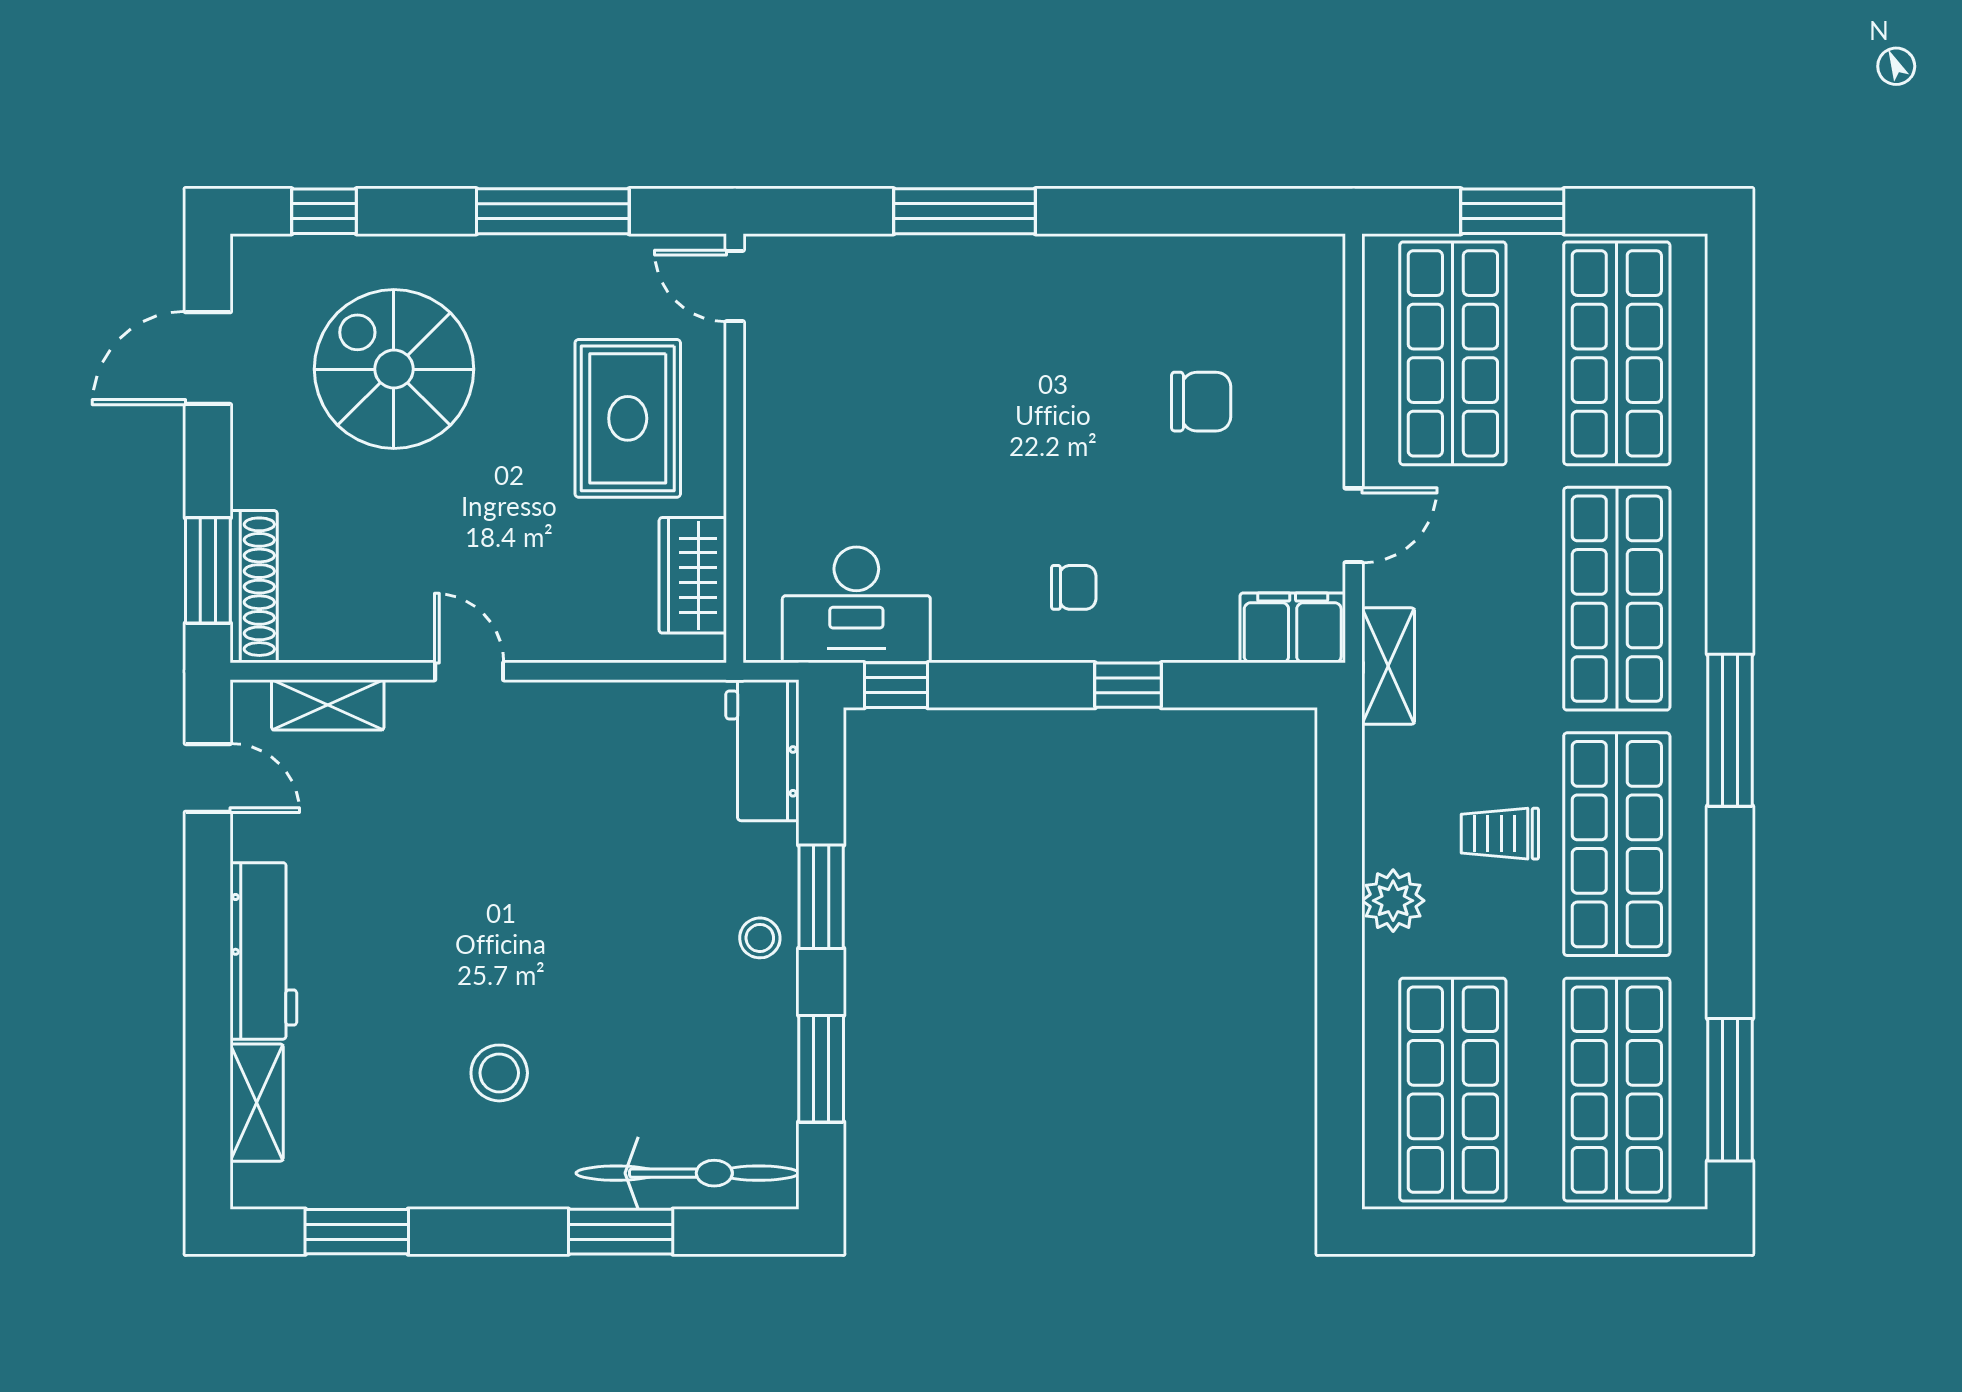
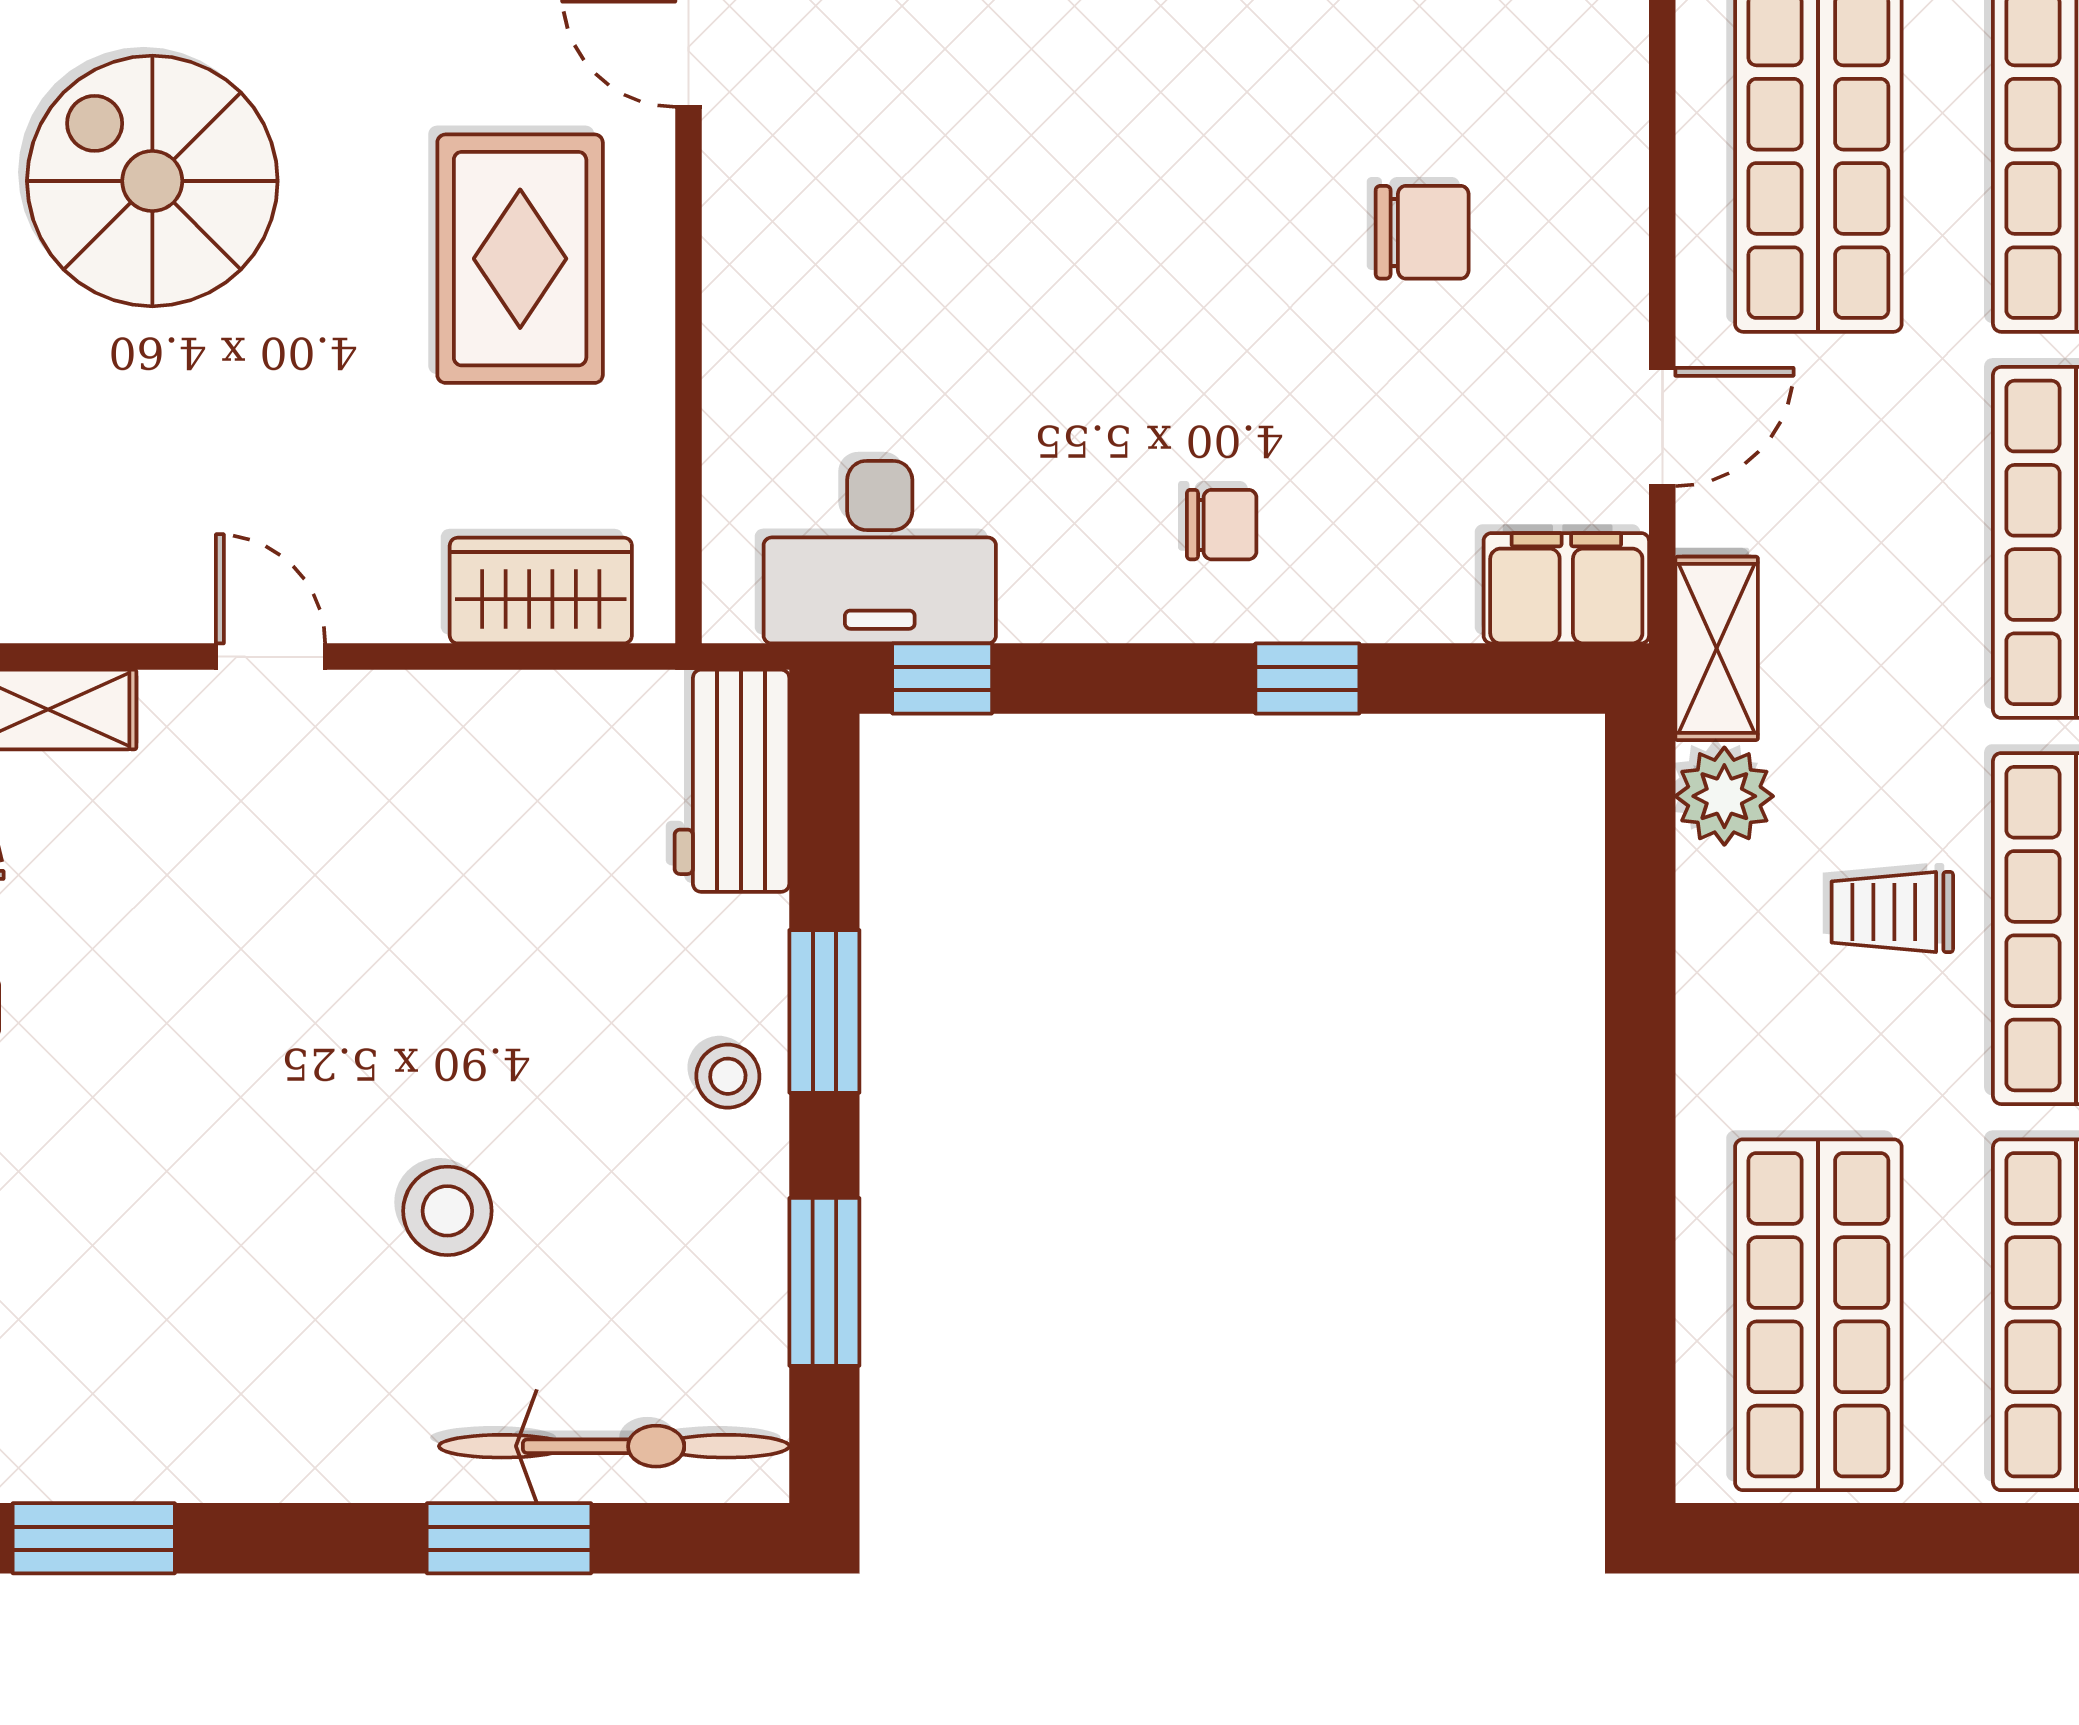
wardrobe: (693, 575) -> (541, 591), moved, turned 90
plant: (1393, 901) -> (1724, 796), moved
stool: (499, 1073) -> (447, 1211), moved

